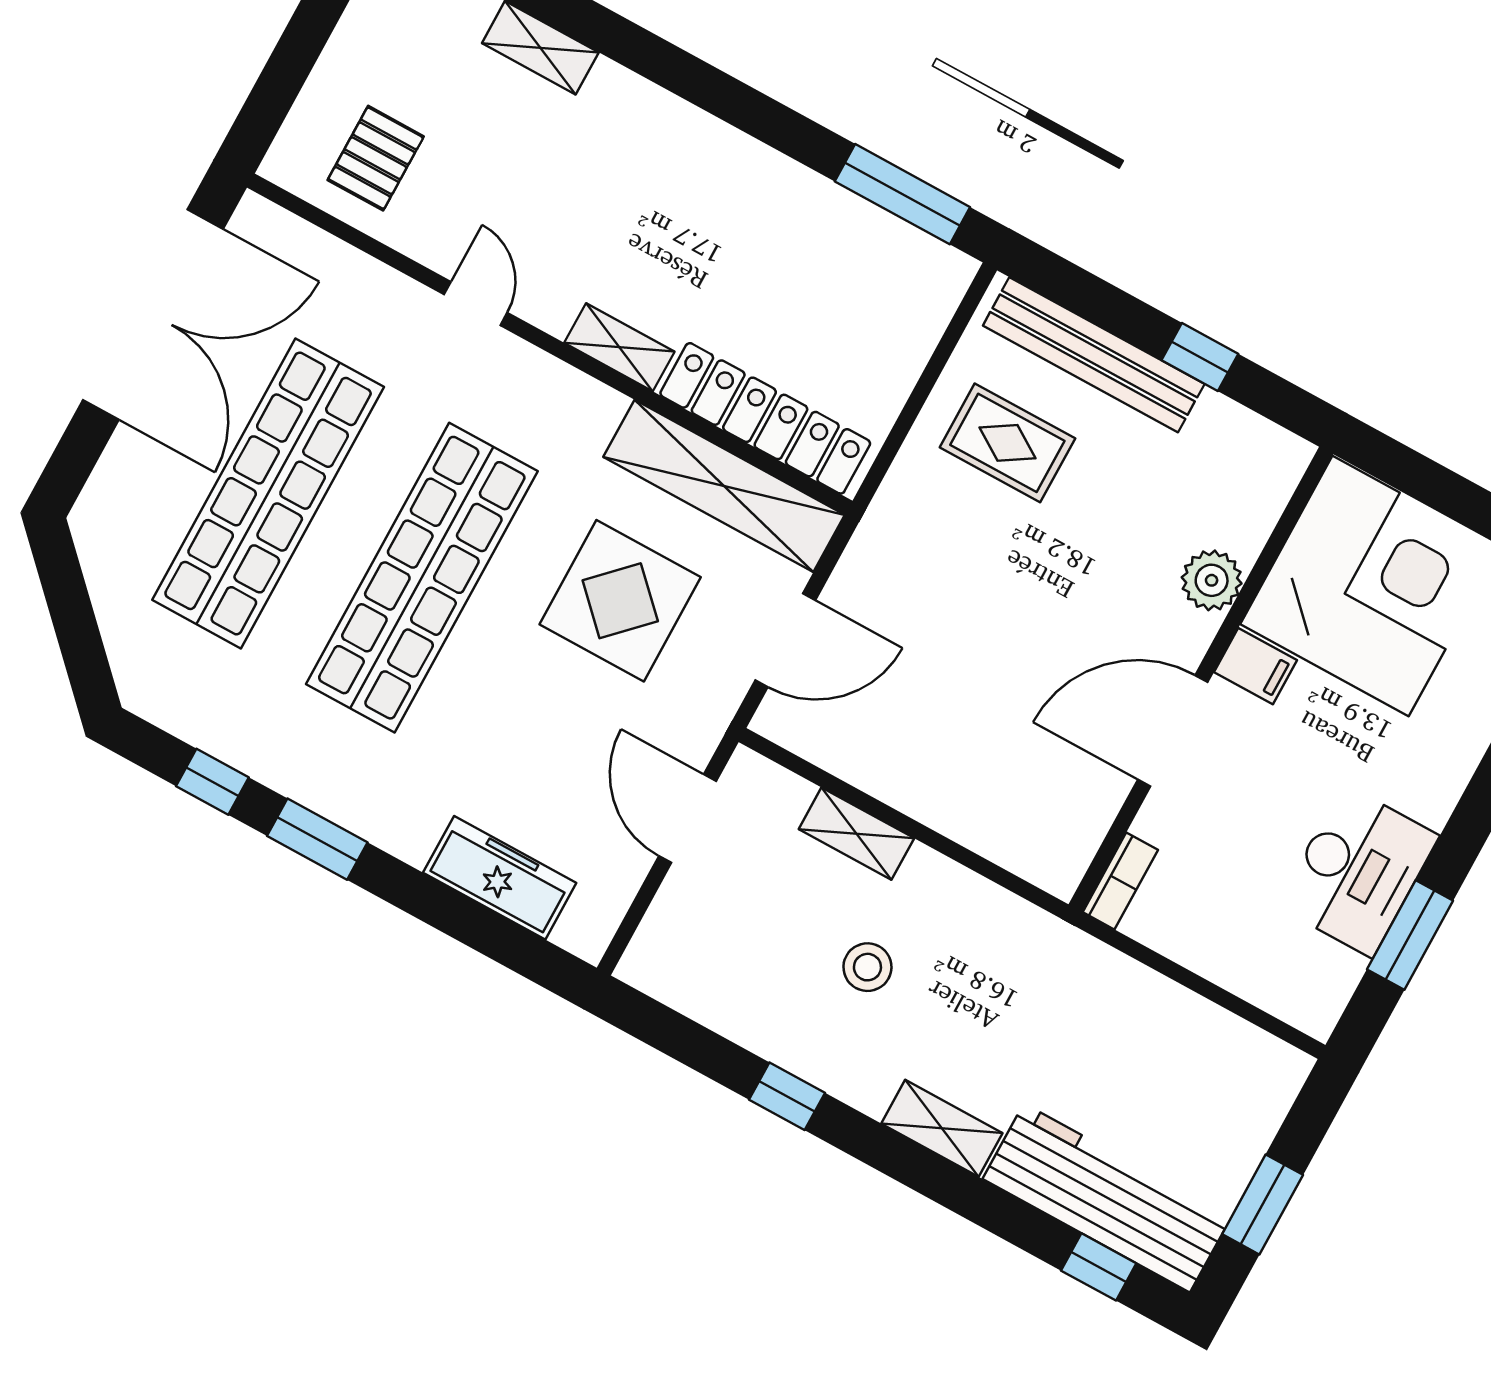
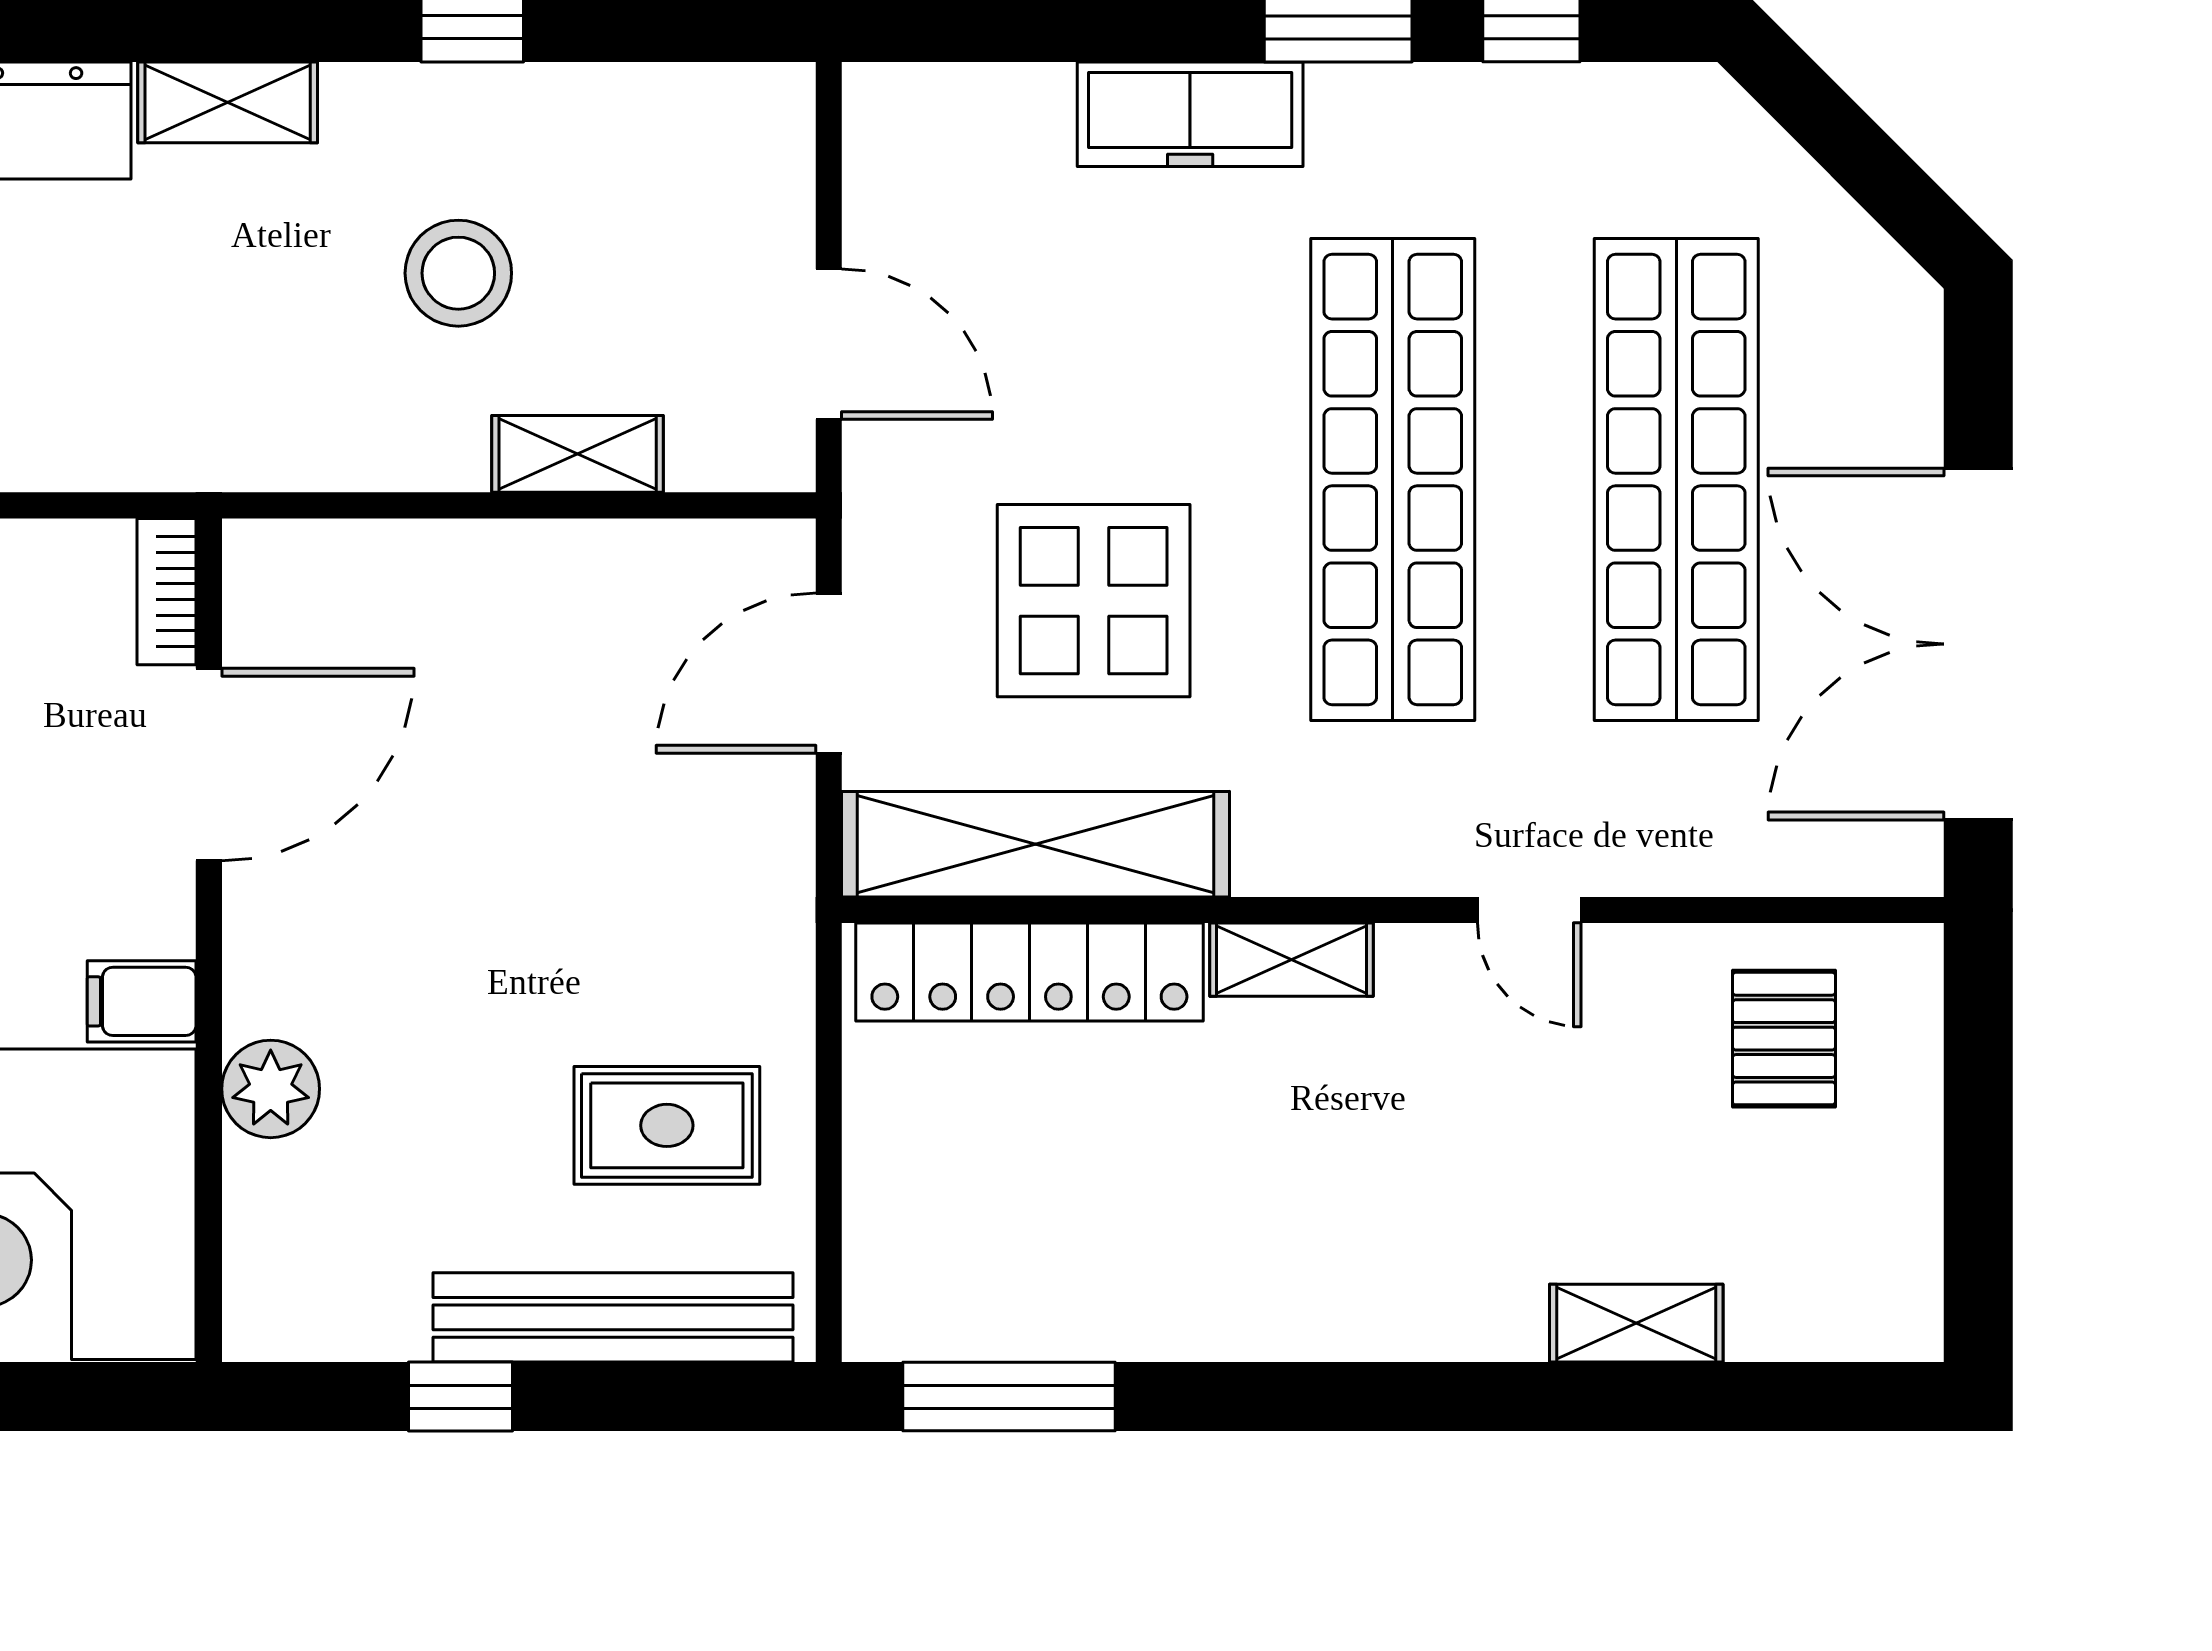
door: (1173, 731) -> (209, 764), moved
freezer: (500, 878) -> (1190, 114), moved
stool: (867, 967) -> (458, 273), width x1.38, depth x1.38

